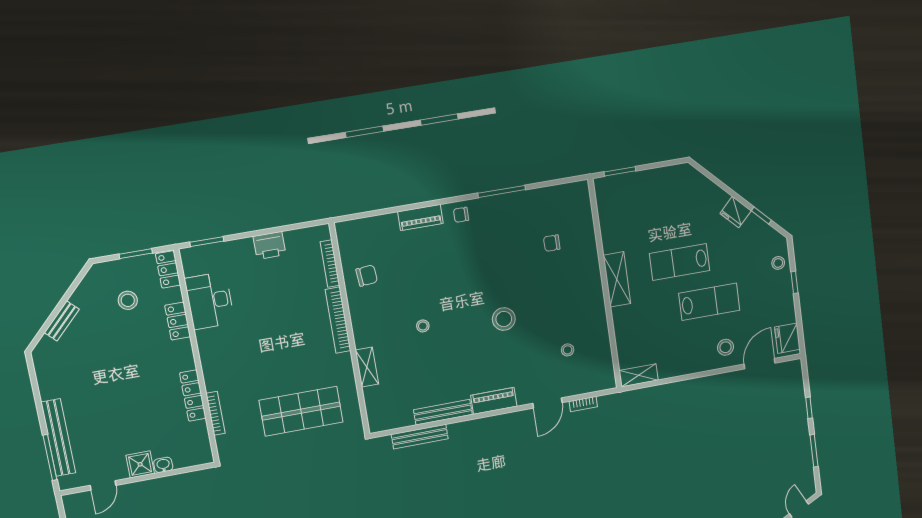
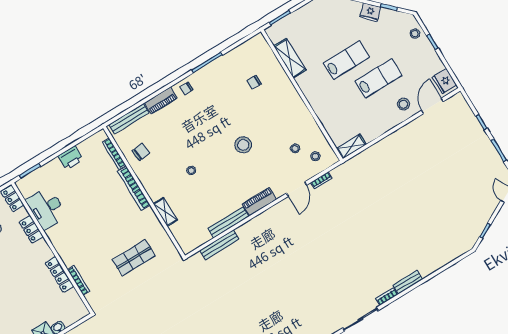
bench: (369, 225) -> (129, 119), added
lab bench: (680, 262) -> (346, 60), turned 180
shelving: (617, 279) -> (290, 58), moved
stool: (589, 370) -> (315, 156), added
shop shelf: (301, 411) -> (134, 258), width x0.70, depth x0.74

